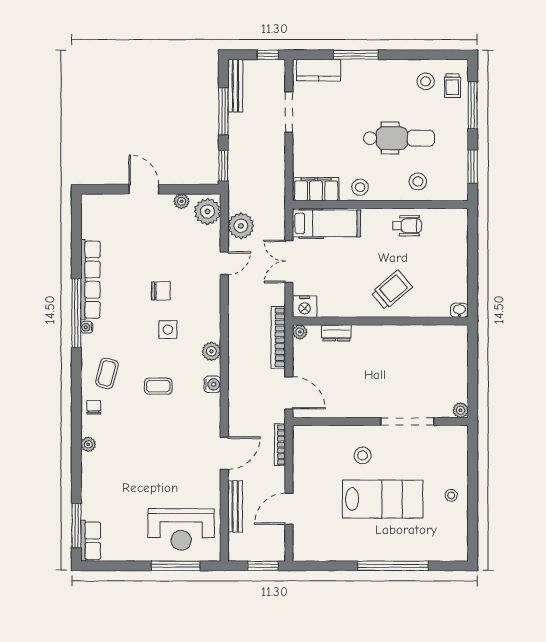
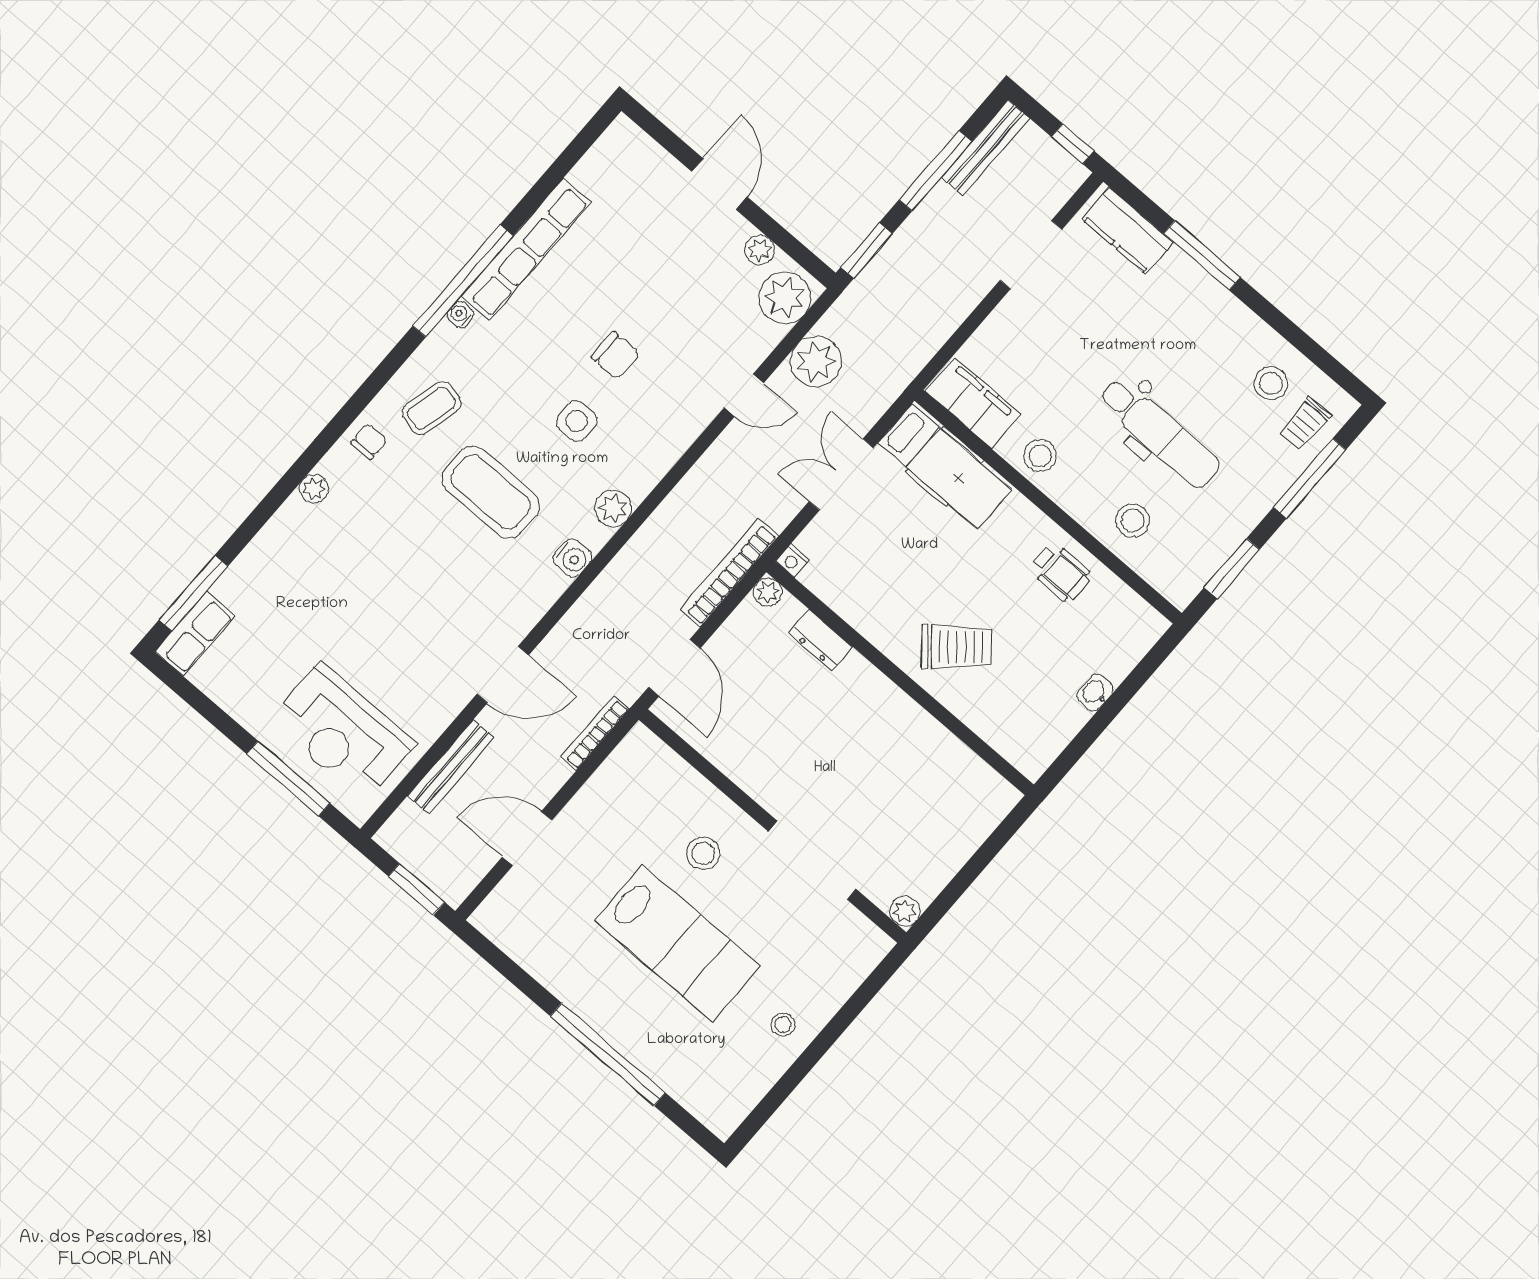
nightstand: (305, 307) -> (792, 561), width x0.53, depth x0.56
washbasin: (459, 310) -> (1095, 693), moved, turned -90
coffee table: (158, 386) -> (491, 492), width x1.86, depth x1.72

